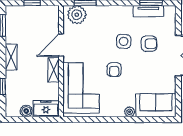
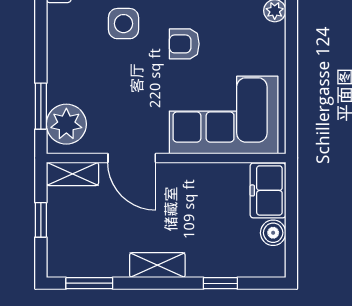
shelving: (54, 70) -> (72, 174), moved
armchair: (114, 70) -> (184, 44), turned 180

